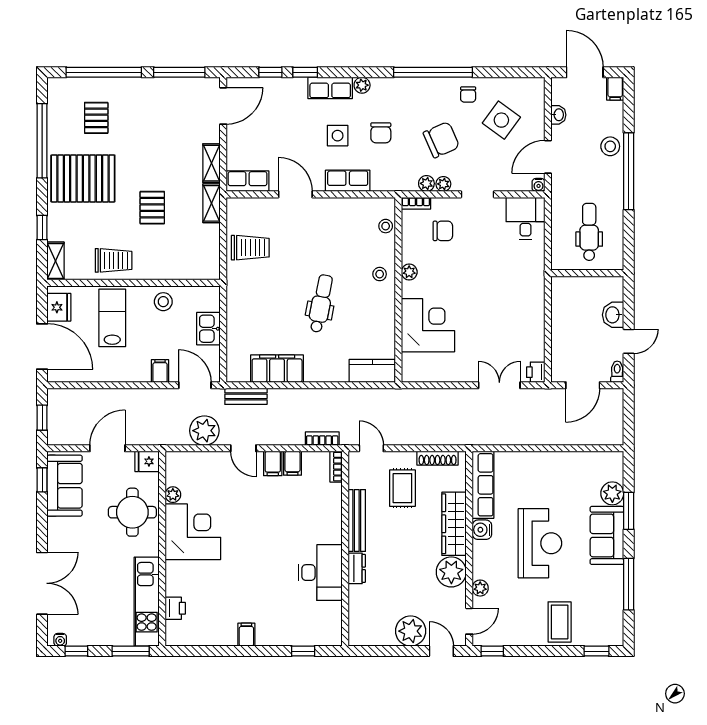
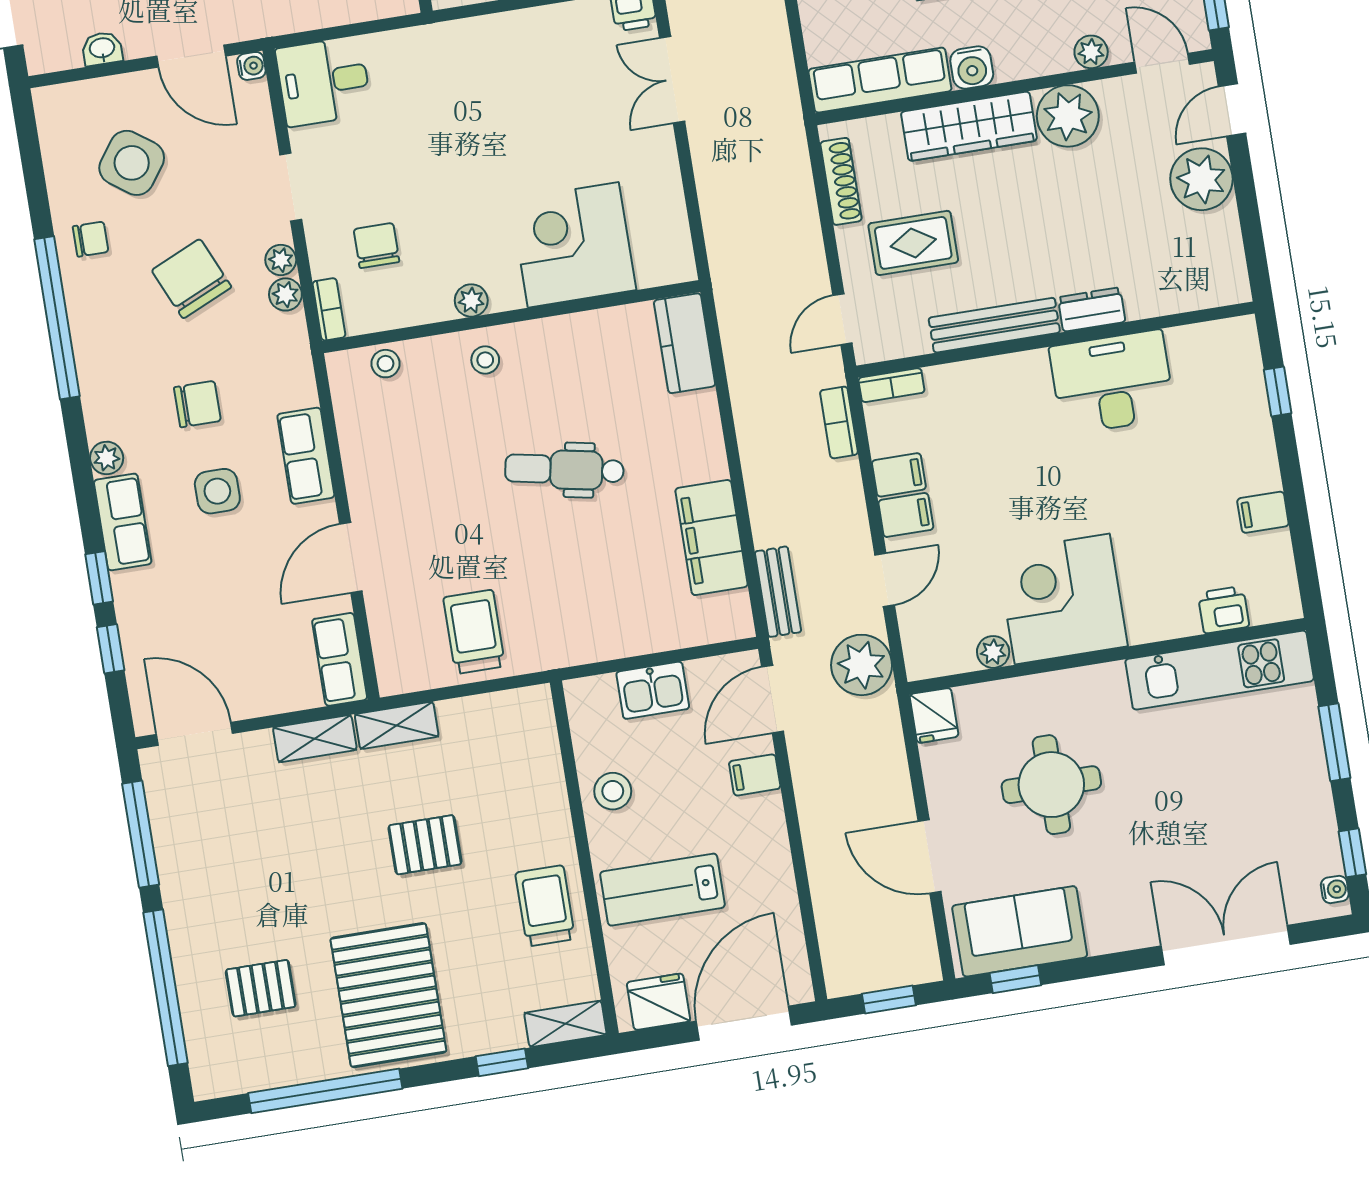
fridge: (147, 461) -> (934, 715), moved
plant: (173, 495) -> (993, 652), moved
corner desk: (193, 532) -> (1062, 599), moved
wall: (162, 549) -> (1107, 656), moved
kitchen unit: (147, 602) -> (1220, 670), moved
printer: (175, 608) -> (1224, 610), moved

